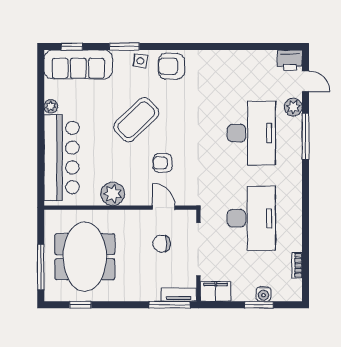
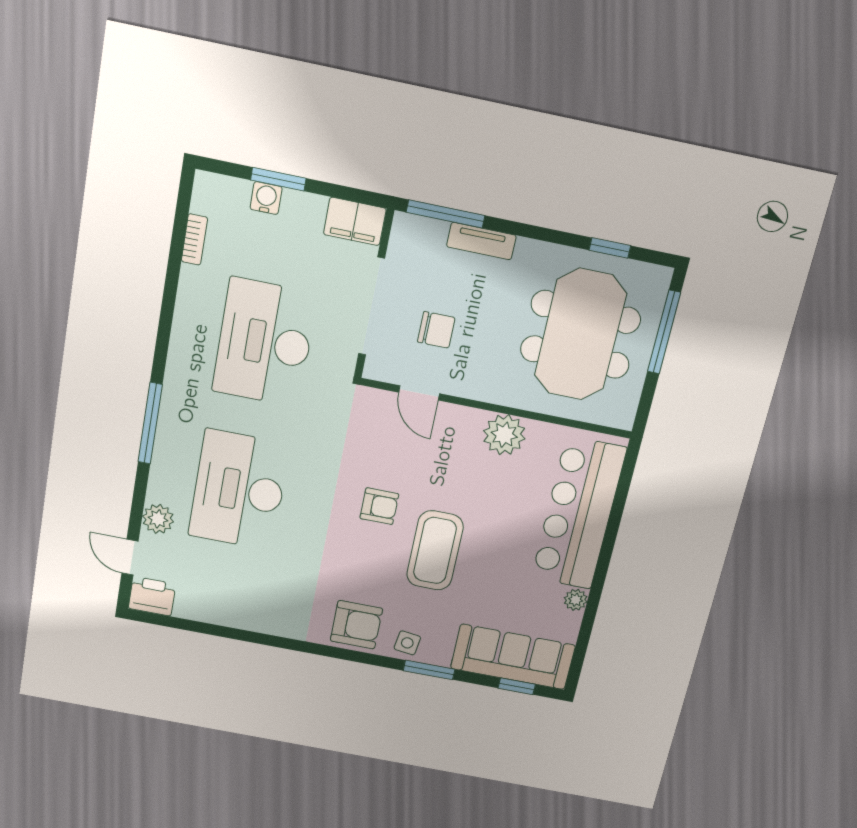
coffee table: (136, 120) -> (435, 551), turned -46
window: (306, 136) -> (150, 423), moved
armchair: (163, 163) -> (379, 506), moved
tv unit: (179, 295) -> (481, 241), moved

